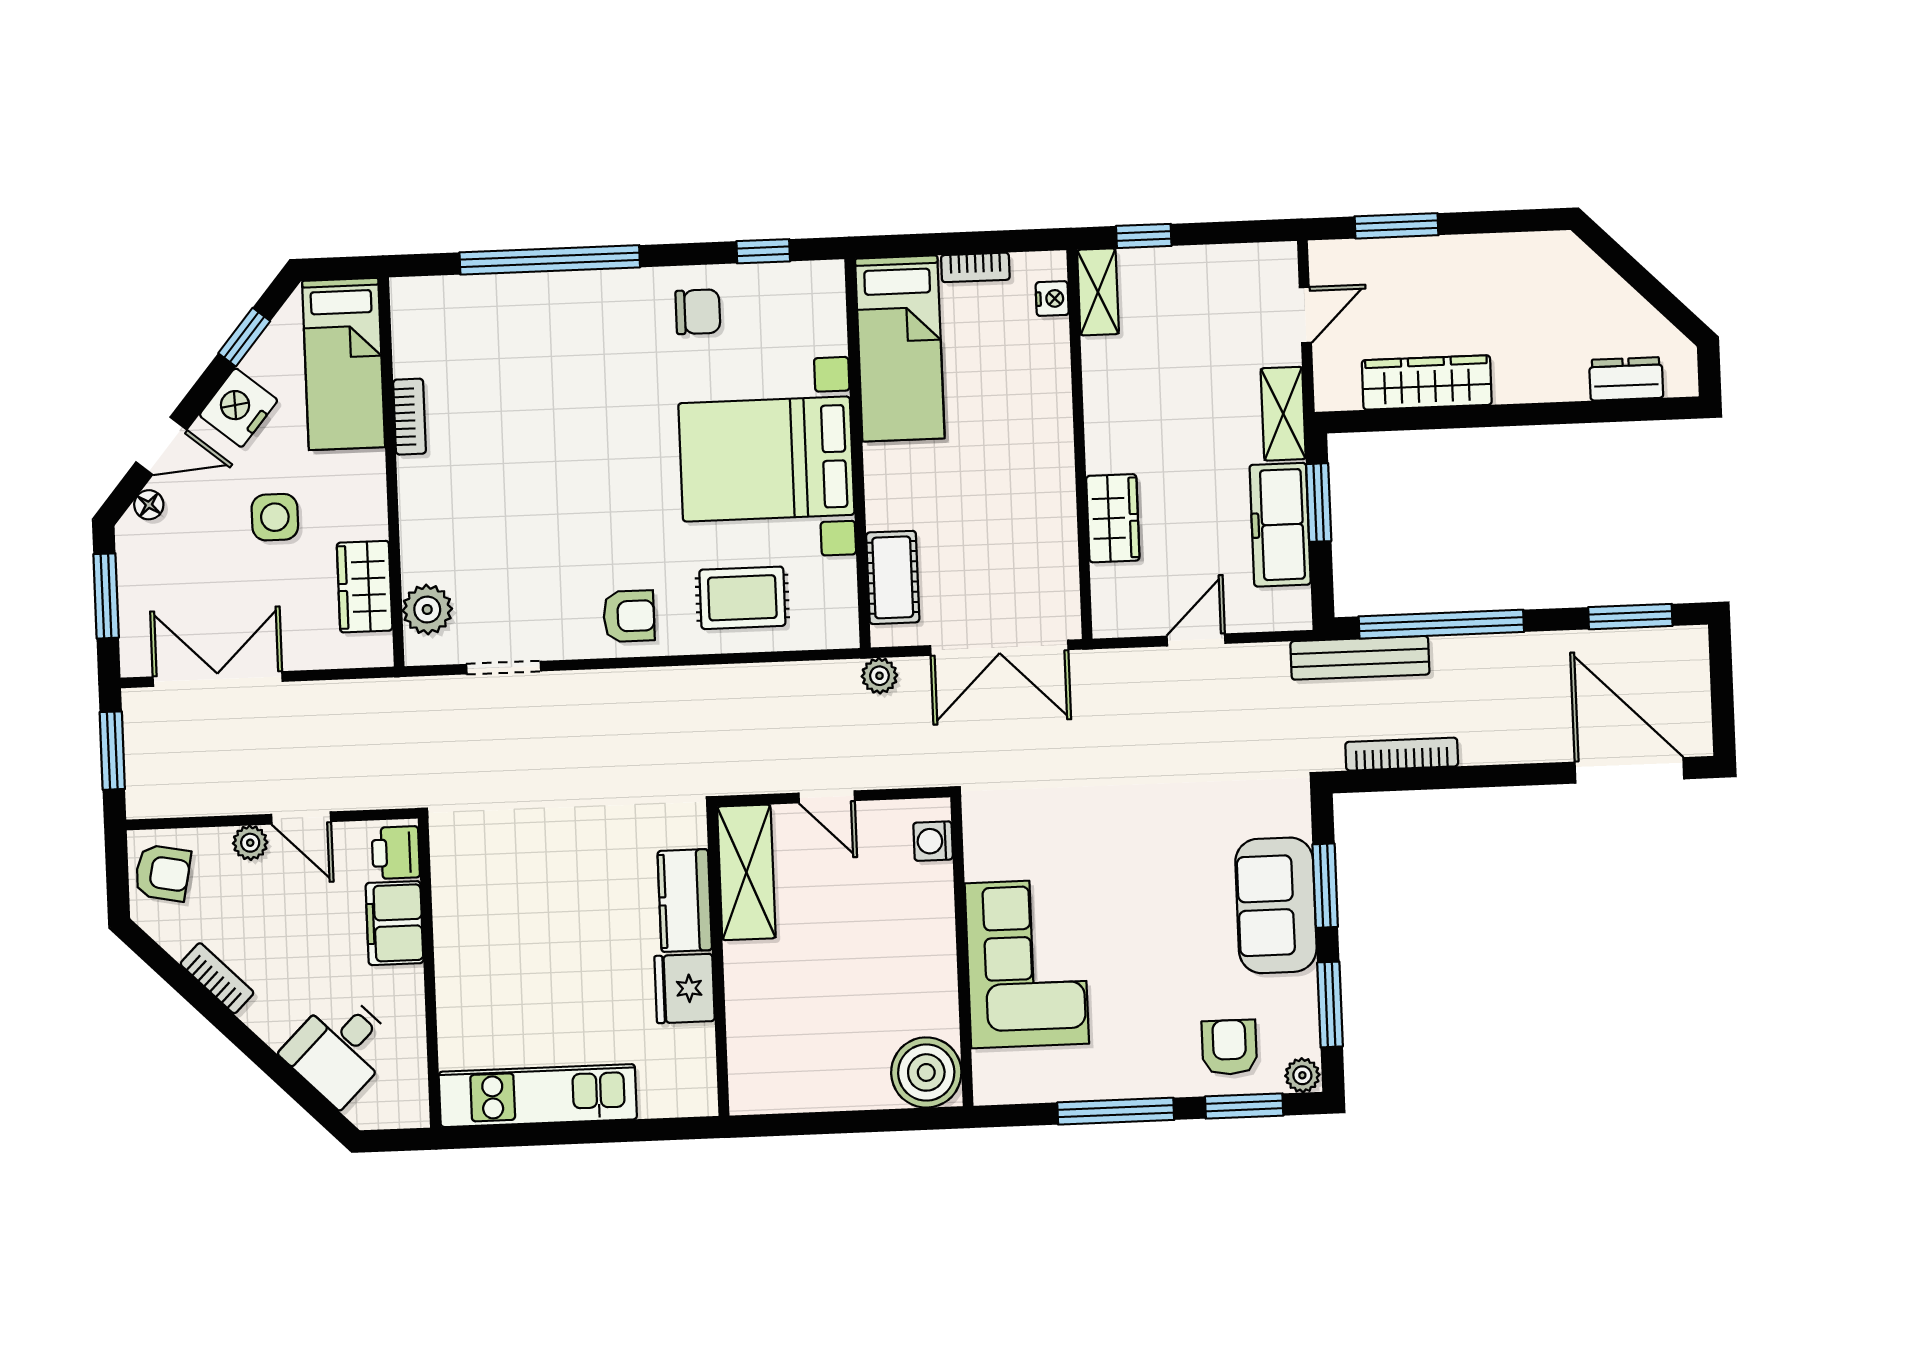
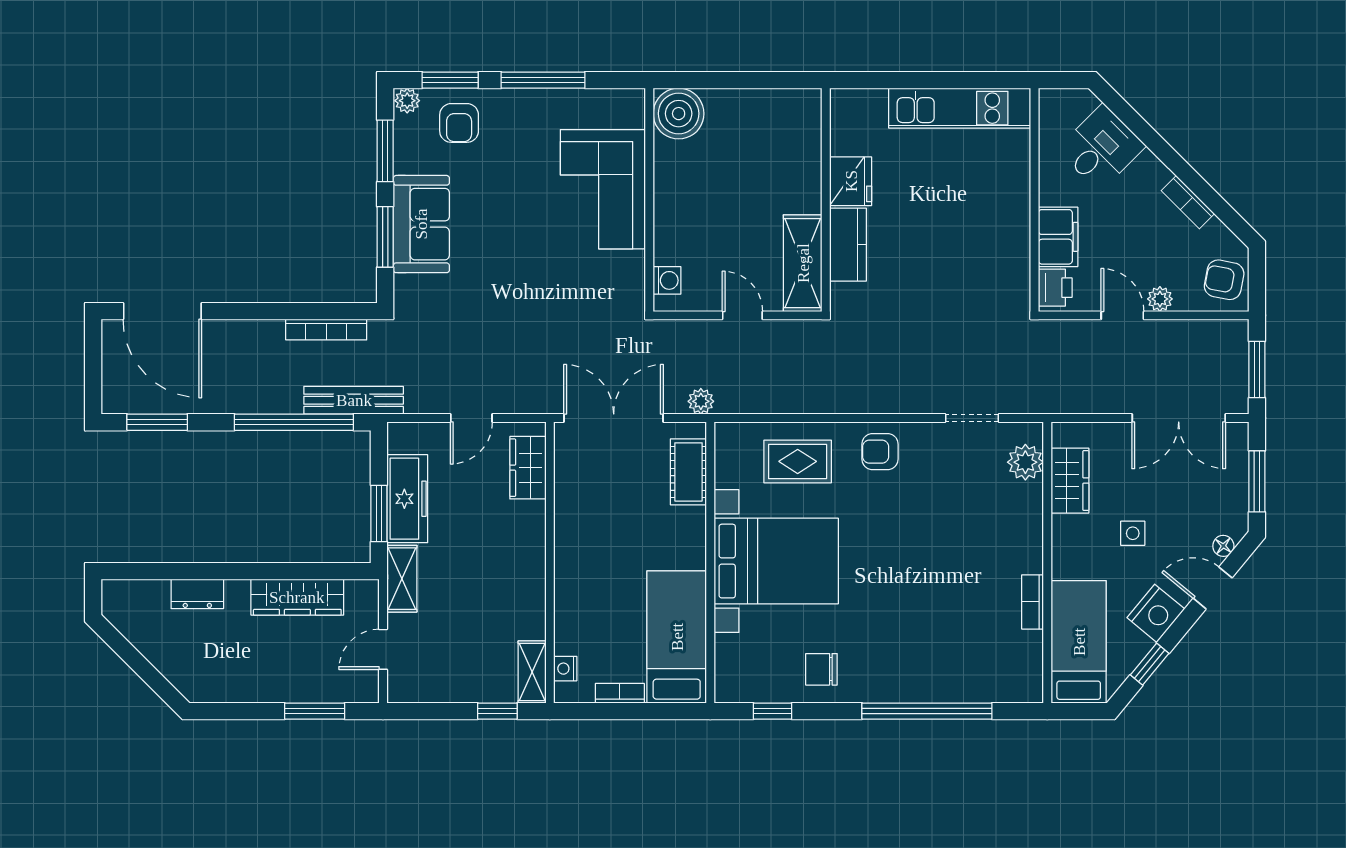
dresser: (1626, 379) -> (197, 594), moved
side table: (275, 517) -> (1133, 533), width x0.73, depth x0.73
wardrobe: (1113, 518) -> (528, 468), moved

